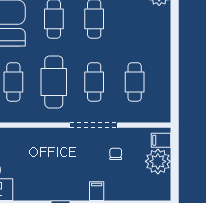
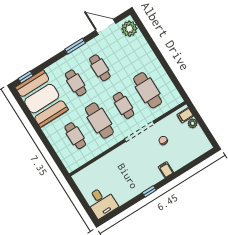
cafe table: (135, 82) -> (148, 90), width x1.37, depth x1.35
plant: (158, 161) -> (193, 123), width x0.53, depth x0.53

